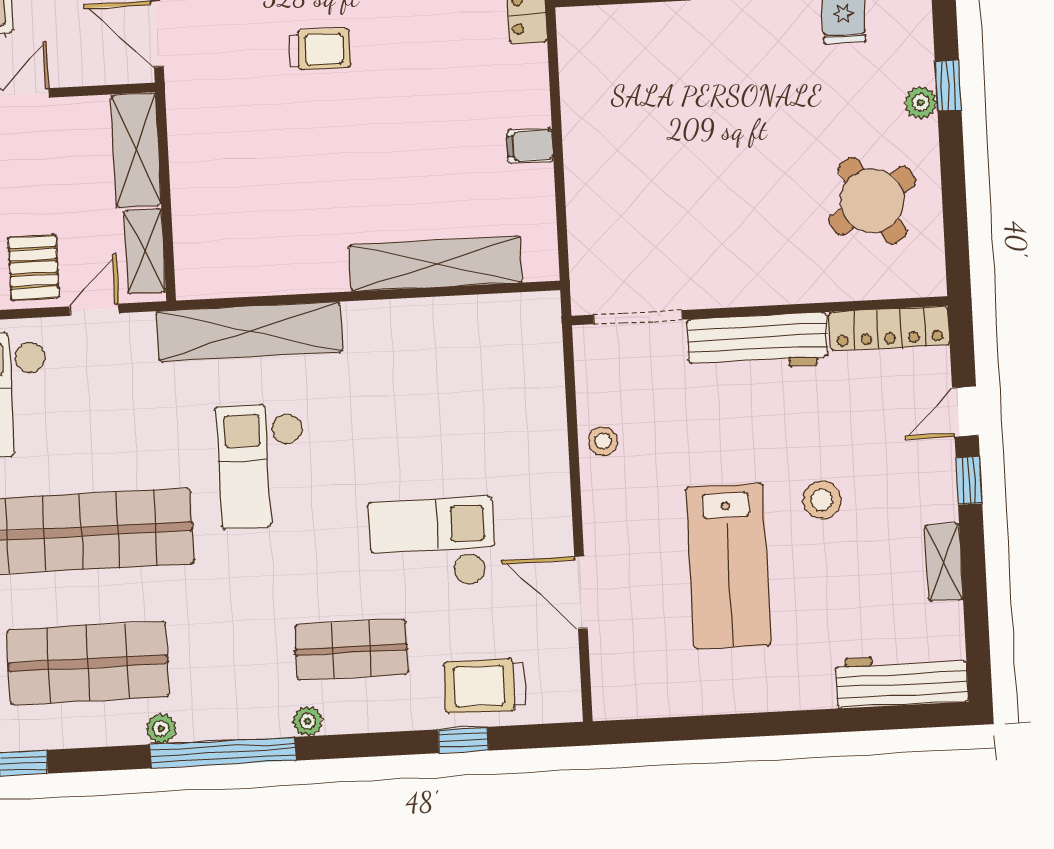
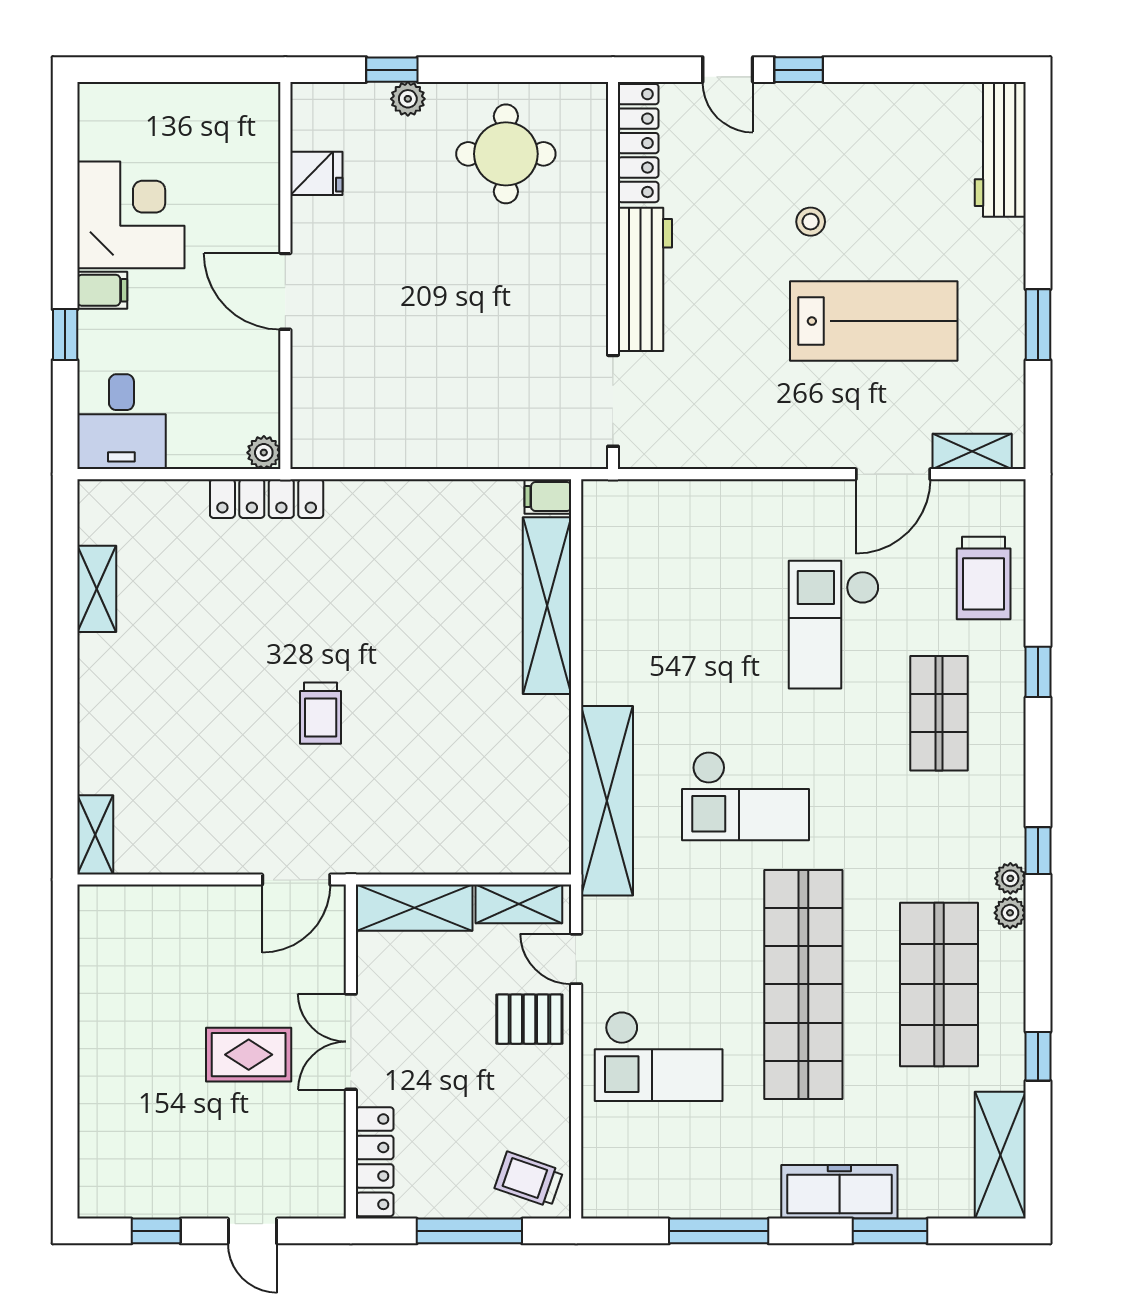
trolley: (320, 49) -> (321, 713), turned 180
filing cabinet: (530, 146) -> (548, 497), moved, turned 90
round table: (872, 201) -> (506, 154), turned 32
stool: (603, 441) -> (738, 443), removed
stool: (822, 500) -> (811, 222), width x0.73, depth x0.73
shelving: (944, 562) -> (972, 451), moved
plant: (308, 721) -> (1010, 878), moved
window: (733, 726) -> (1038, 325), added
window: (463, 740) -> (1038, 672), moved
window: (223, 753) -> (1038, 851), width x0.32

